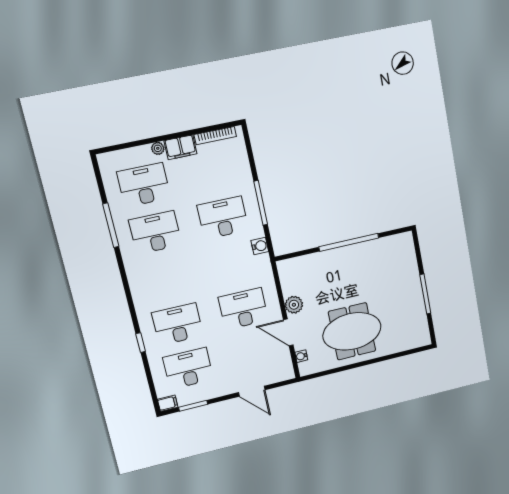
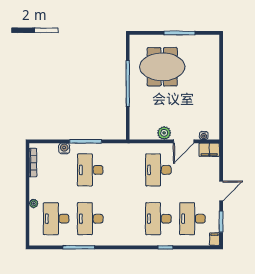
filing cabinet: (181, 147) -> (209, 150), moved, turned 90
water cooler: (260, 246) -> (64, 148), moved
meeting table: (352, 331) -> (162, 67), moved, turned 90
door: (252, 391) -> (221, 191), moved

